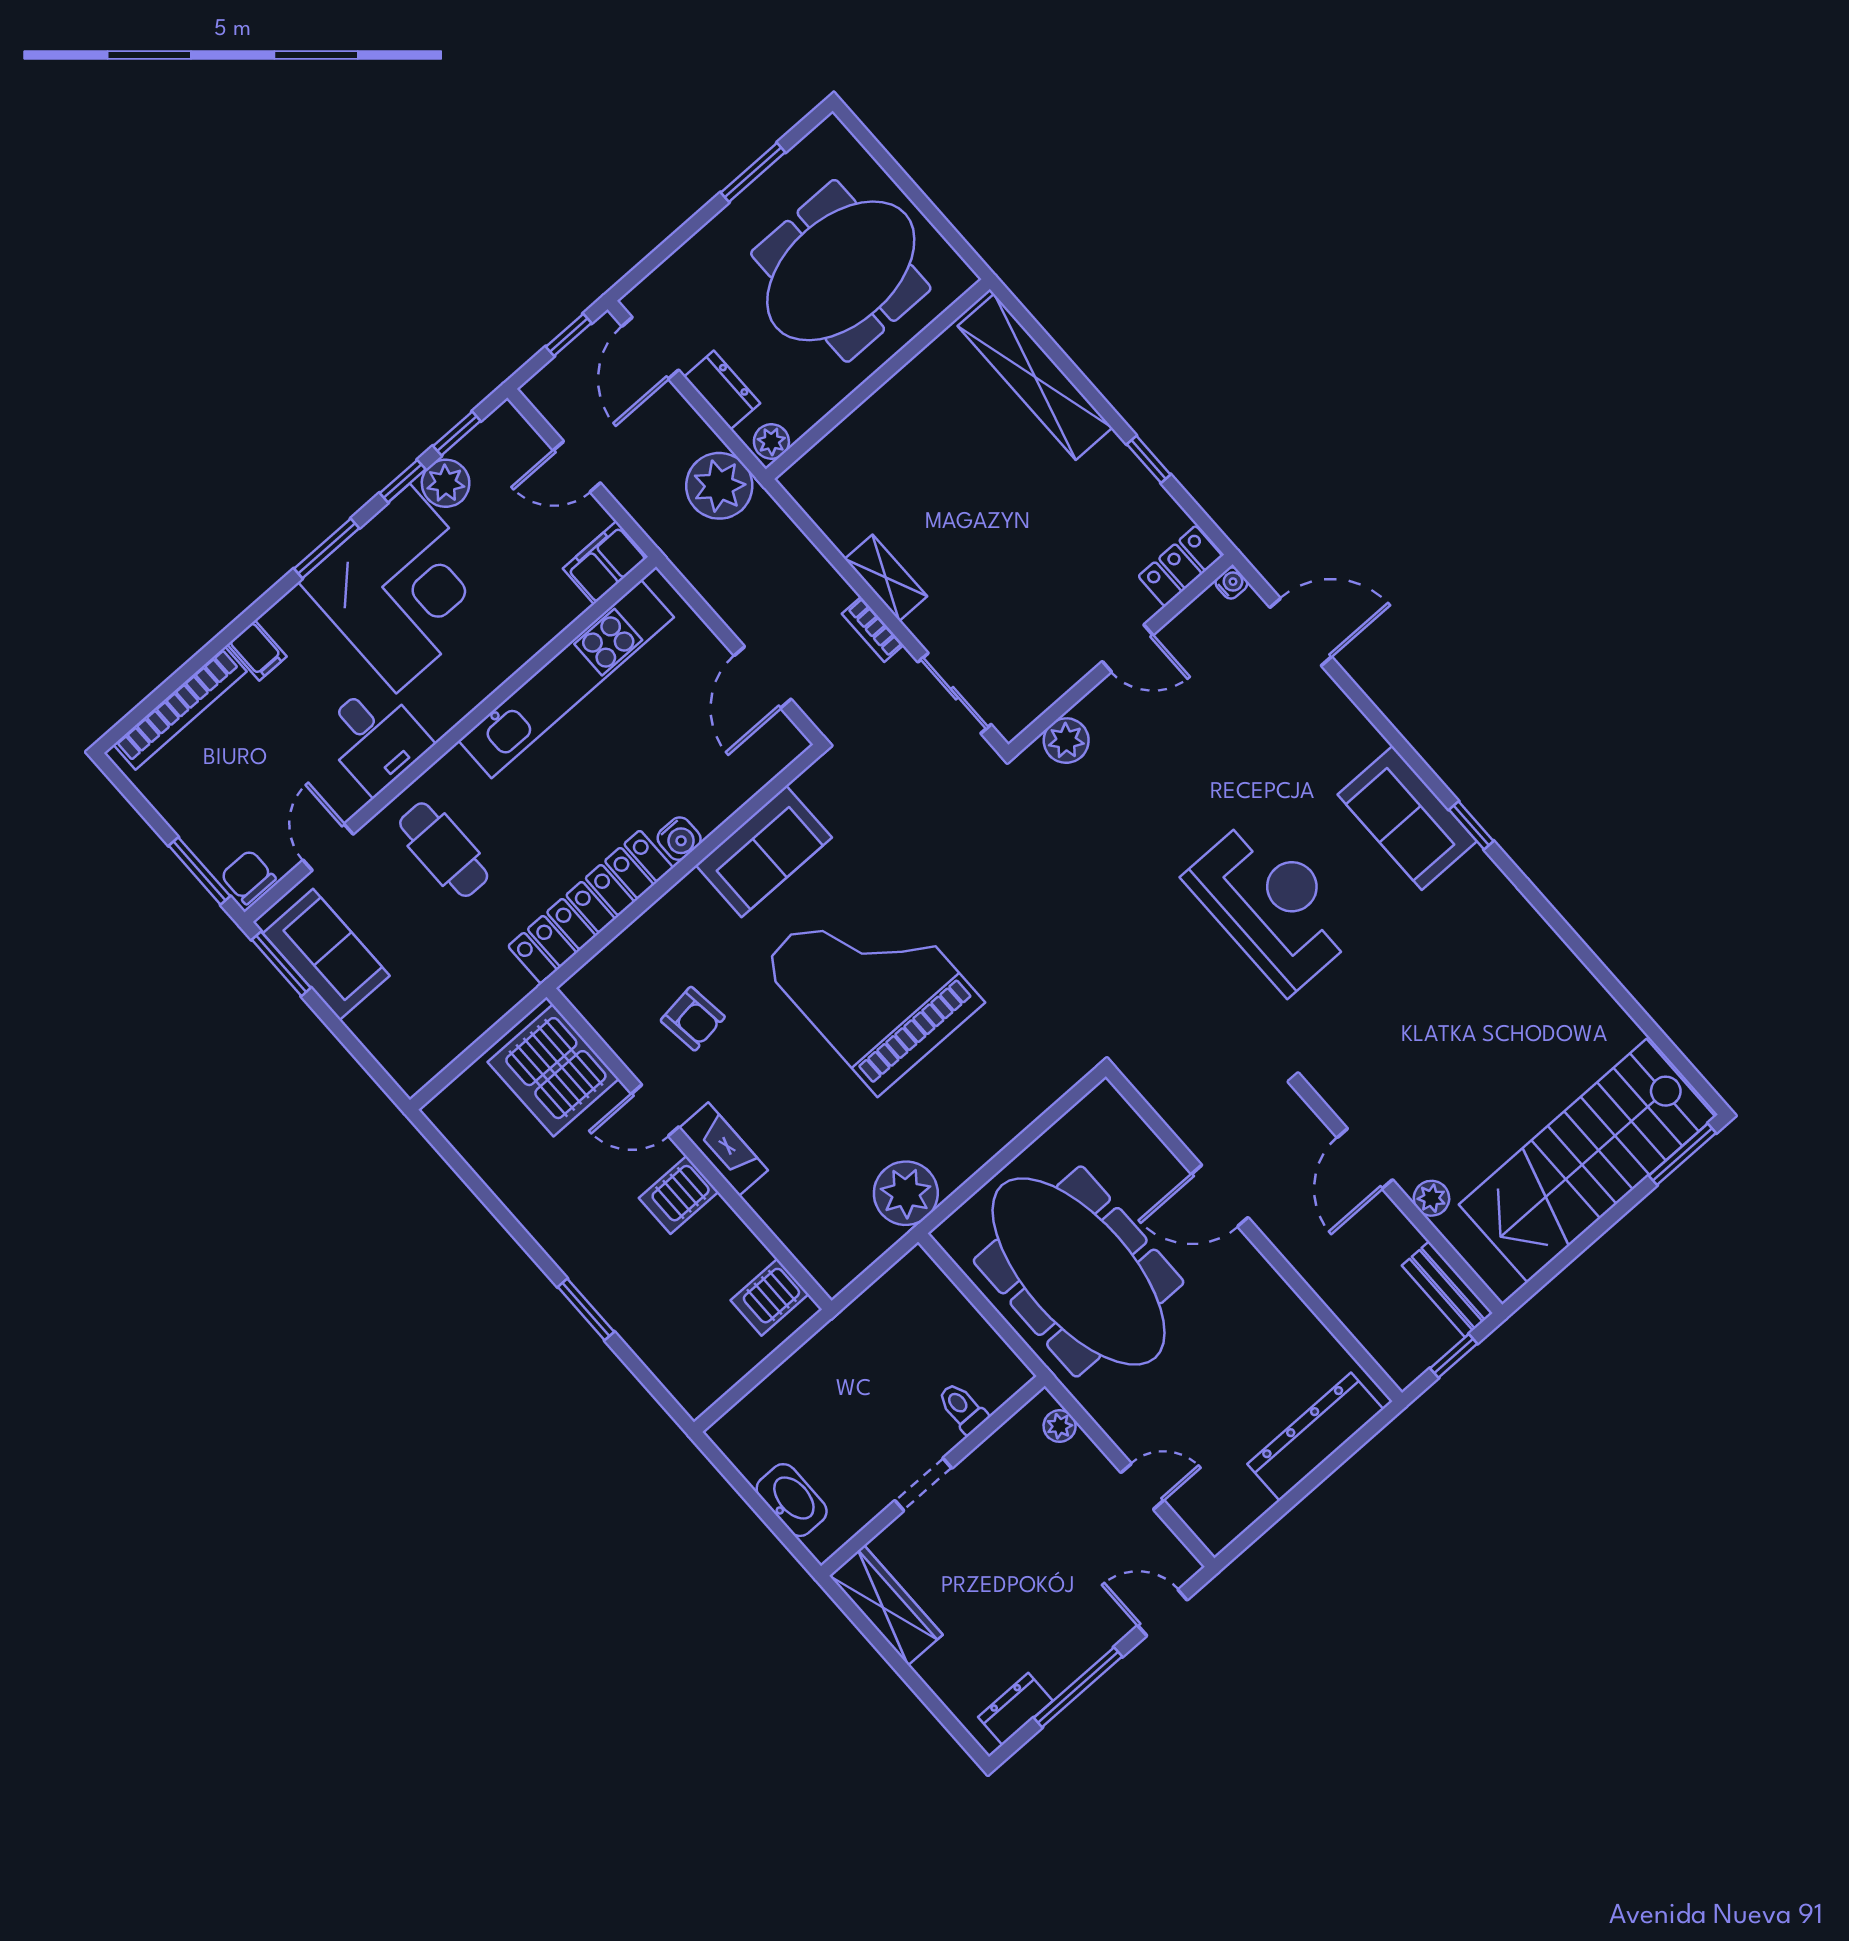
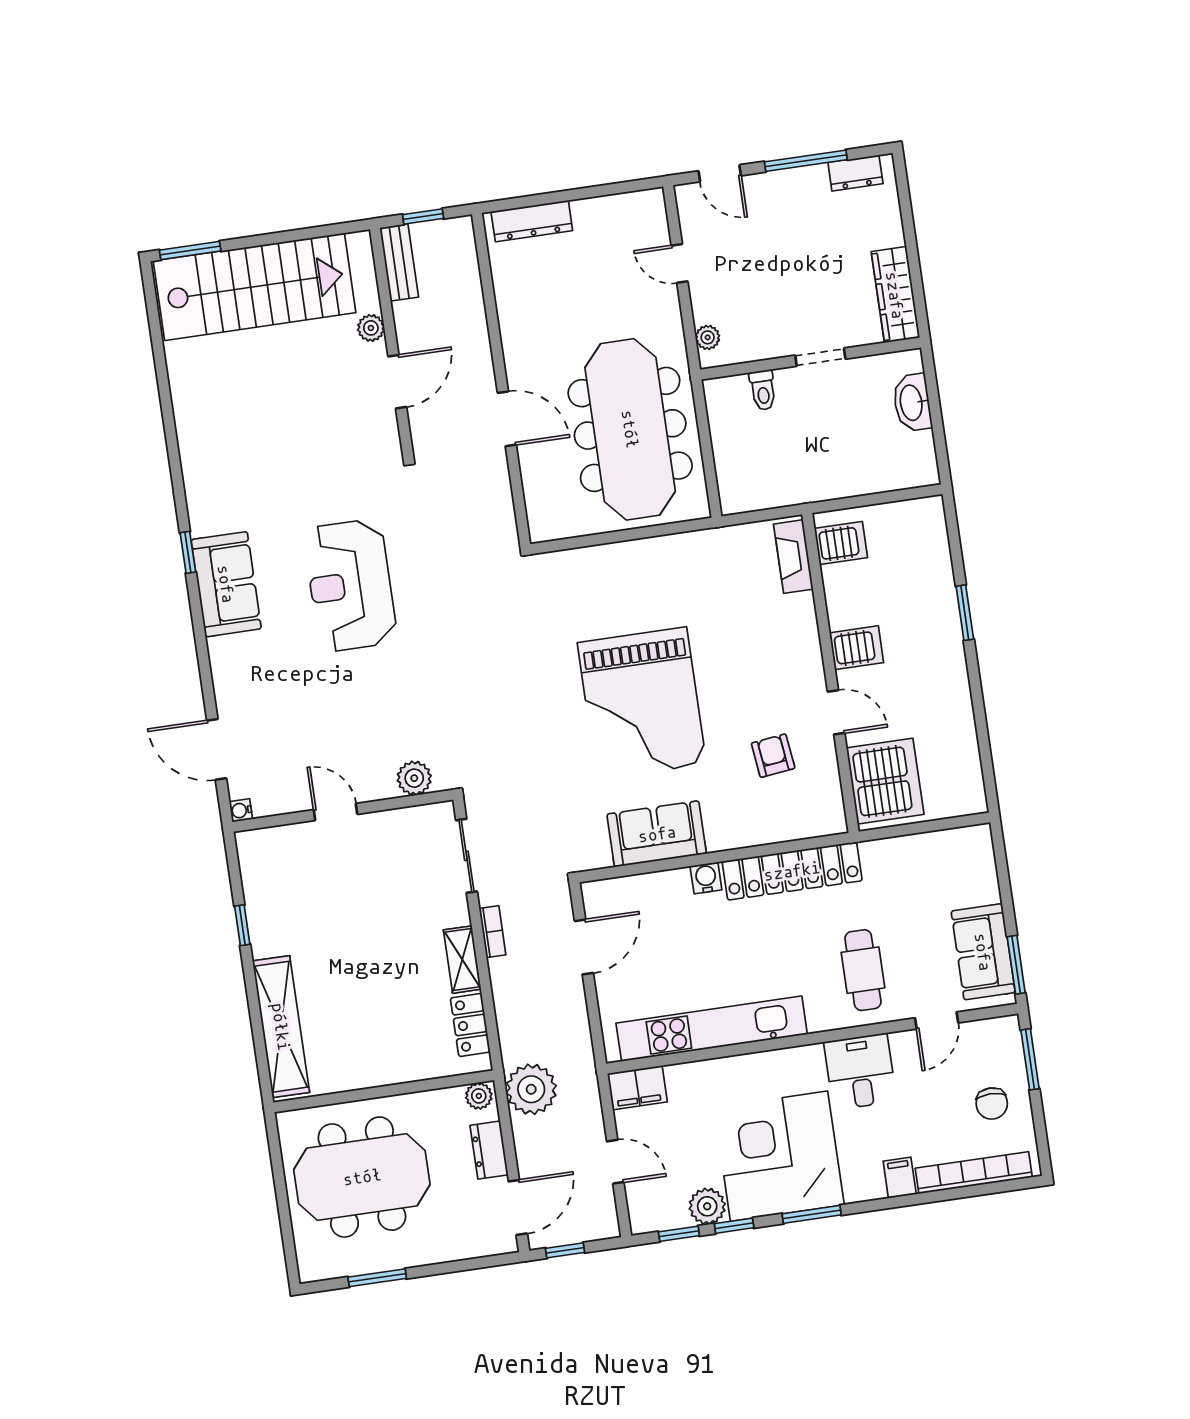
locker: (1180, 566) -> (470, 1025), moved, turned 90
chair: (248, 877) -> (992, 1103), moved
fireplace: (723, 1149) -> (793, 557), moved
plant: (906, 1193) -> (709, 553), removed
dresser: (1315, 1437) -> (532, 221), width x0.73, depth x0.80

